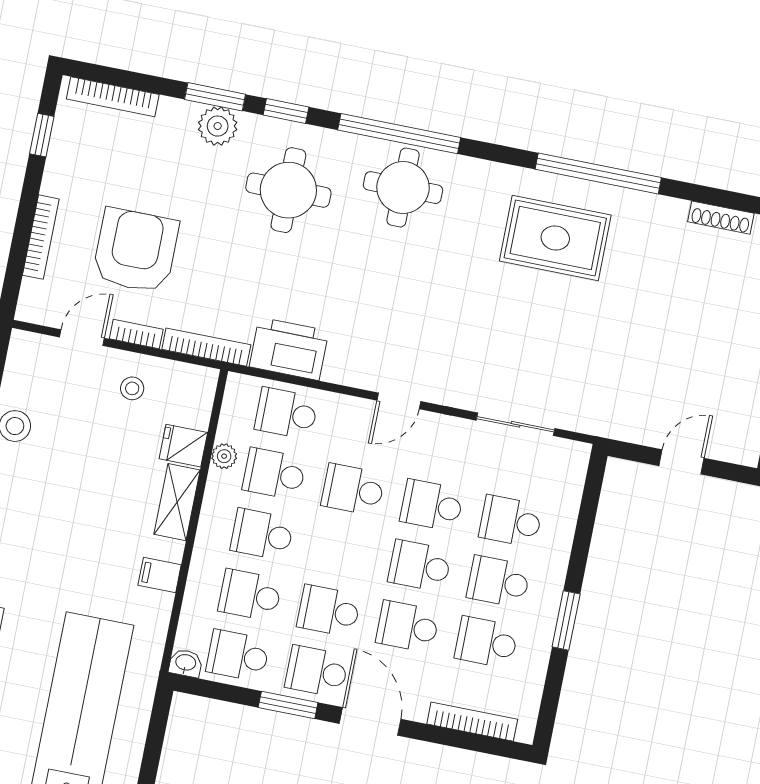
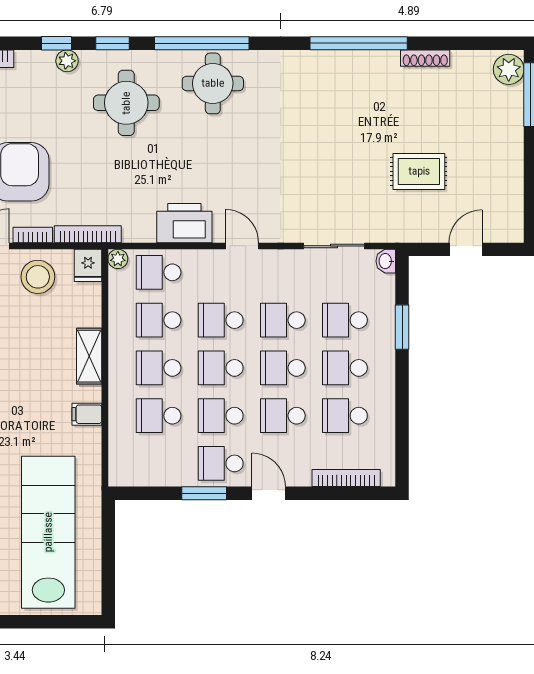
window: (215, 97) -> (57, 43), width x0.67
plant: (218, 126) -> (67, 61), width x0.73, depth x0.73
shoe rack: (721, 218) -> (425, 58), moved
rug: (555, 238) -> (419, 171), moved, width x0.73, depth x0.70
printer: (289, 349) -> (184, 223), moved
stool: (132, 388) -> (38, 277), width x1.89, depth x1.89
door: (399, 401) -> (242, 246), swing flipped
fridge: (183, 446) -> (88, 265), moved, turned -90
plant: (224, 456) -> (118, 259), moved
window: (566, 620) -> (402, 327), moved
school desk: (238, 656) -> (221, 368), moved
washbasin: (186, 663) -> (386, 261), moved, turned -90
door: (370, 721) -> (269, 493), width x0.73

